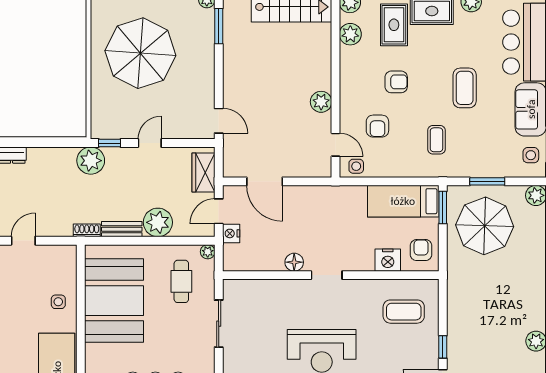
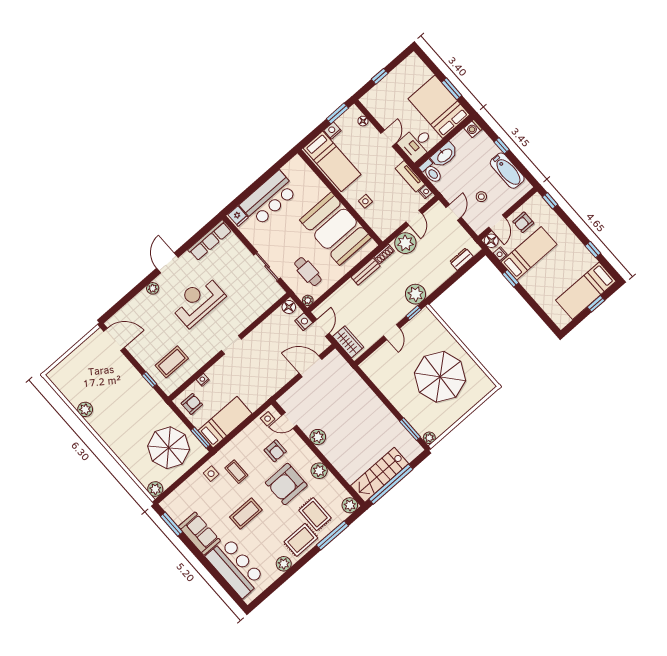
plant: (350, 34) -> (319, 471), moved
armchair: (396, 82) -> (286, 484), width x1.88, depth x1.88
coffee table: (465, 88) -> (246, 514), turned 90
door: (219, 121) -> (365, 377), removed
armchair: (377, 126) -> (275, 451), turned 180
side table: (531, 155) -> (211, 474), moved
window: (487, 181) -> (189, 473), removed
plant: (158, 222) -> (405, 243), moved
armchair: (421, 250) -> (192, 404), turned -90
nightstand: (388, 260) -> (203, 380), width x0.53, depth x0.56
floor lamp: (294, 262) -> (289, 307), moved
window: (443, 347) -> (149, 380), moved

